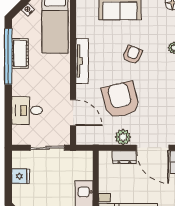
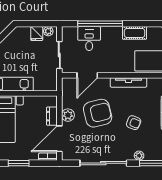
window: (8, 56) -> (100, 24), moved
plant: (18, 162) -> (48, 31), added

